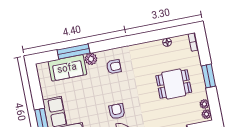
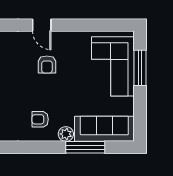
sofa: (67, 68) -> (104, 129), width x1.36

